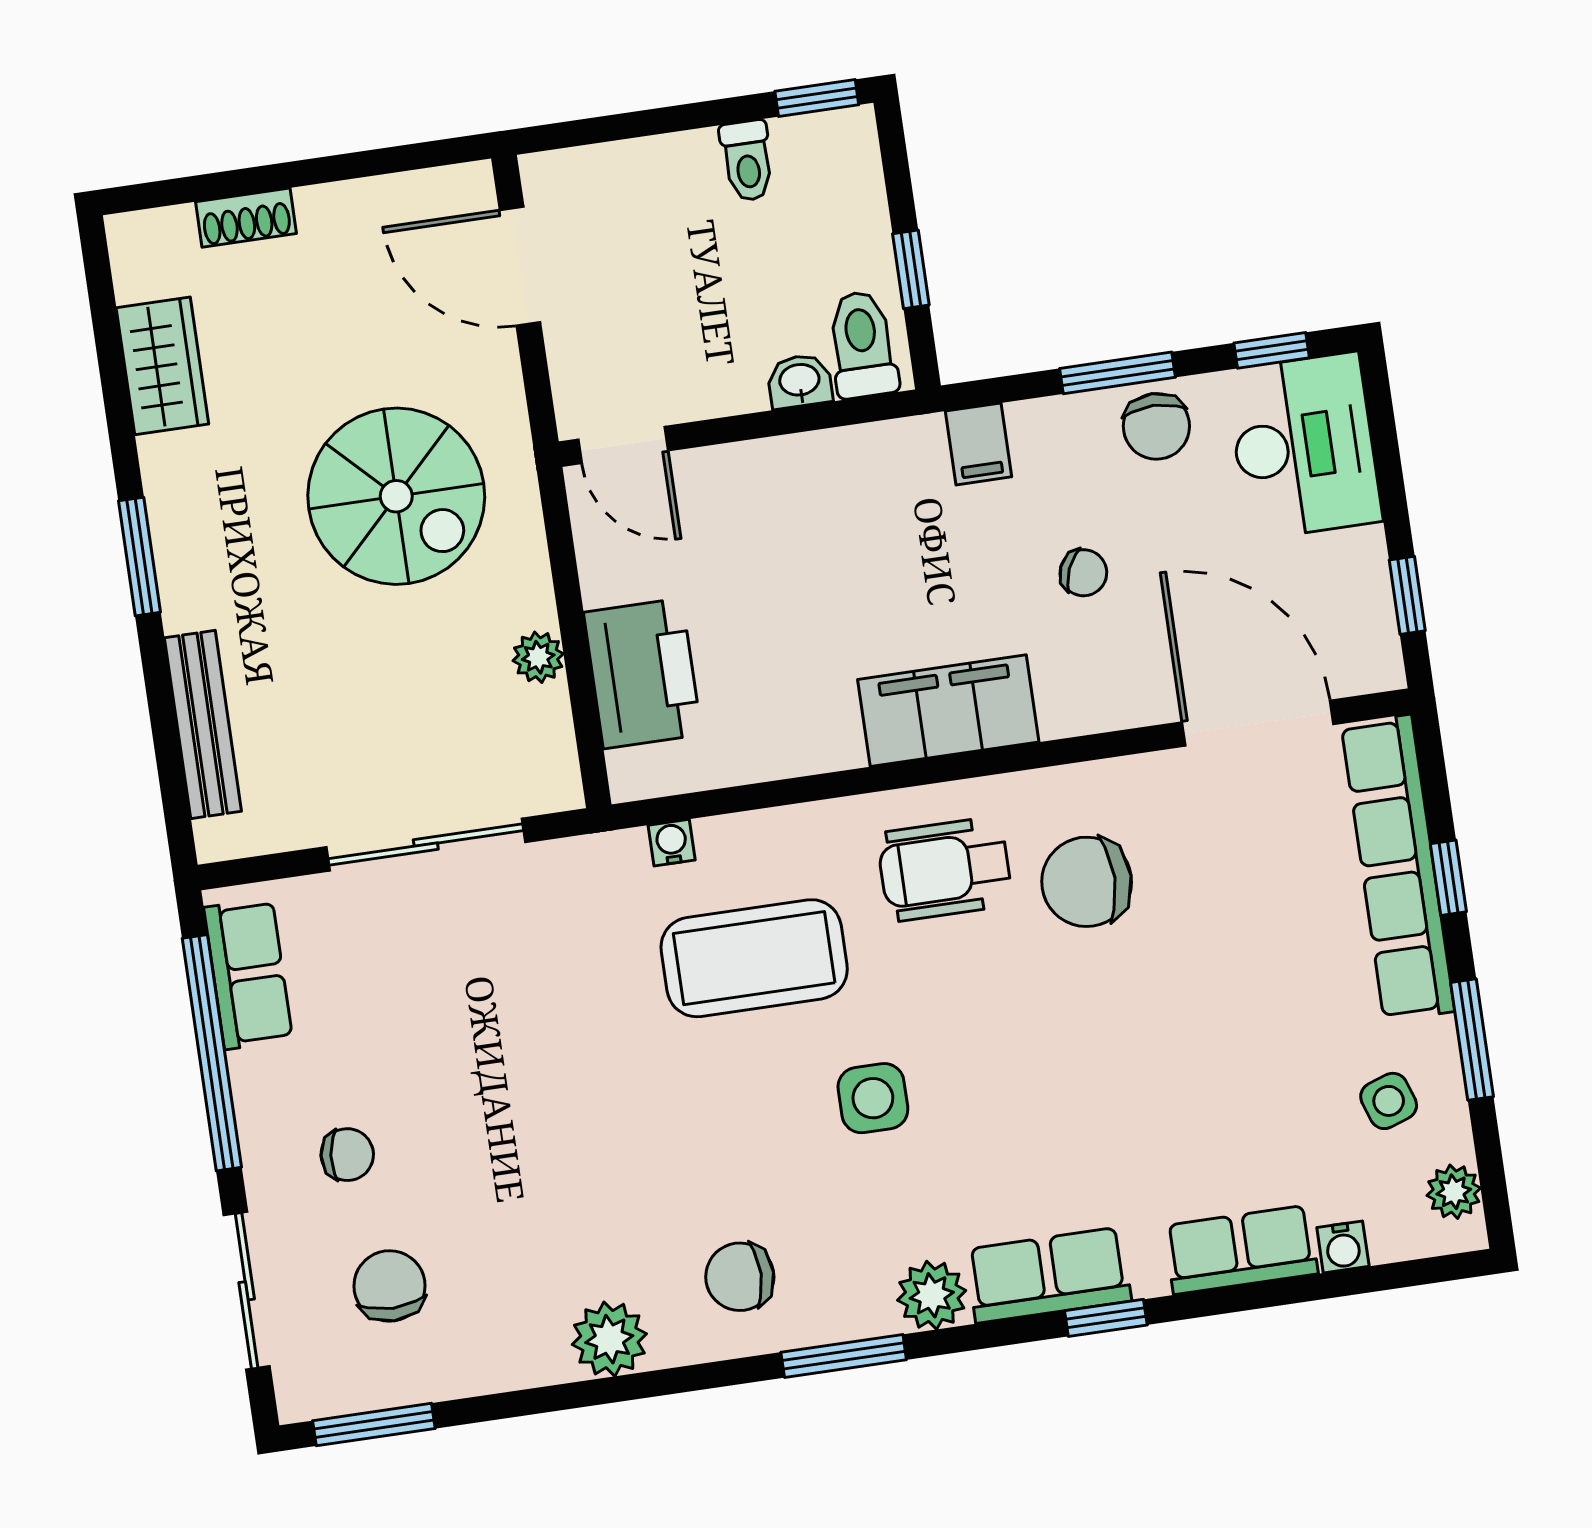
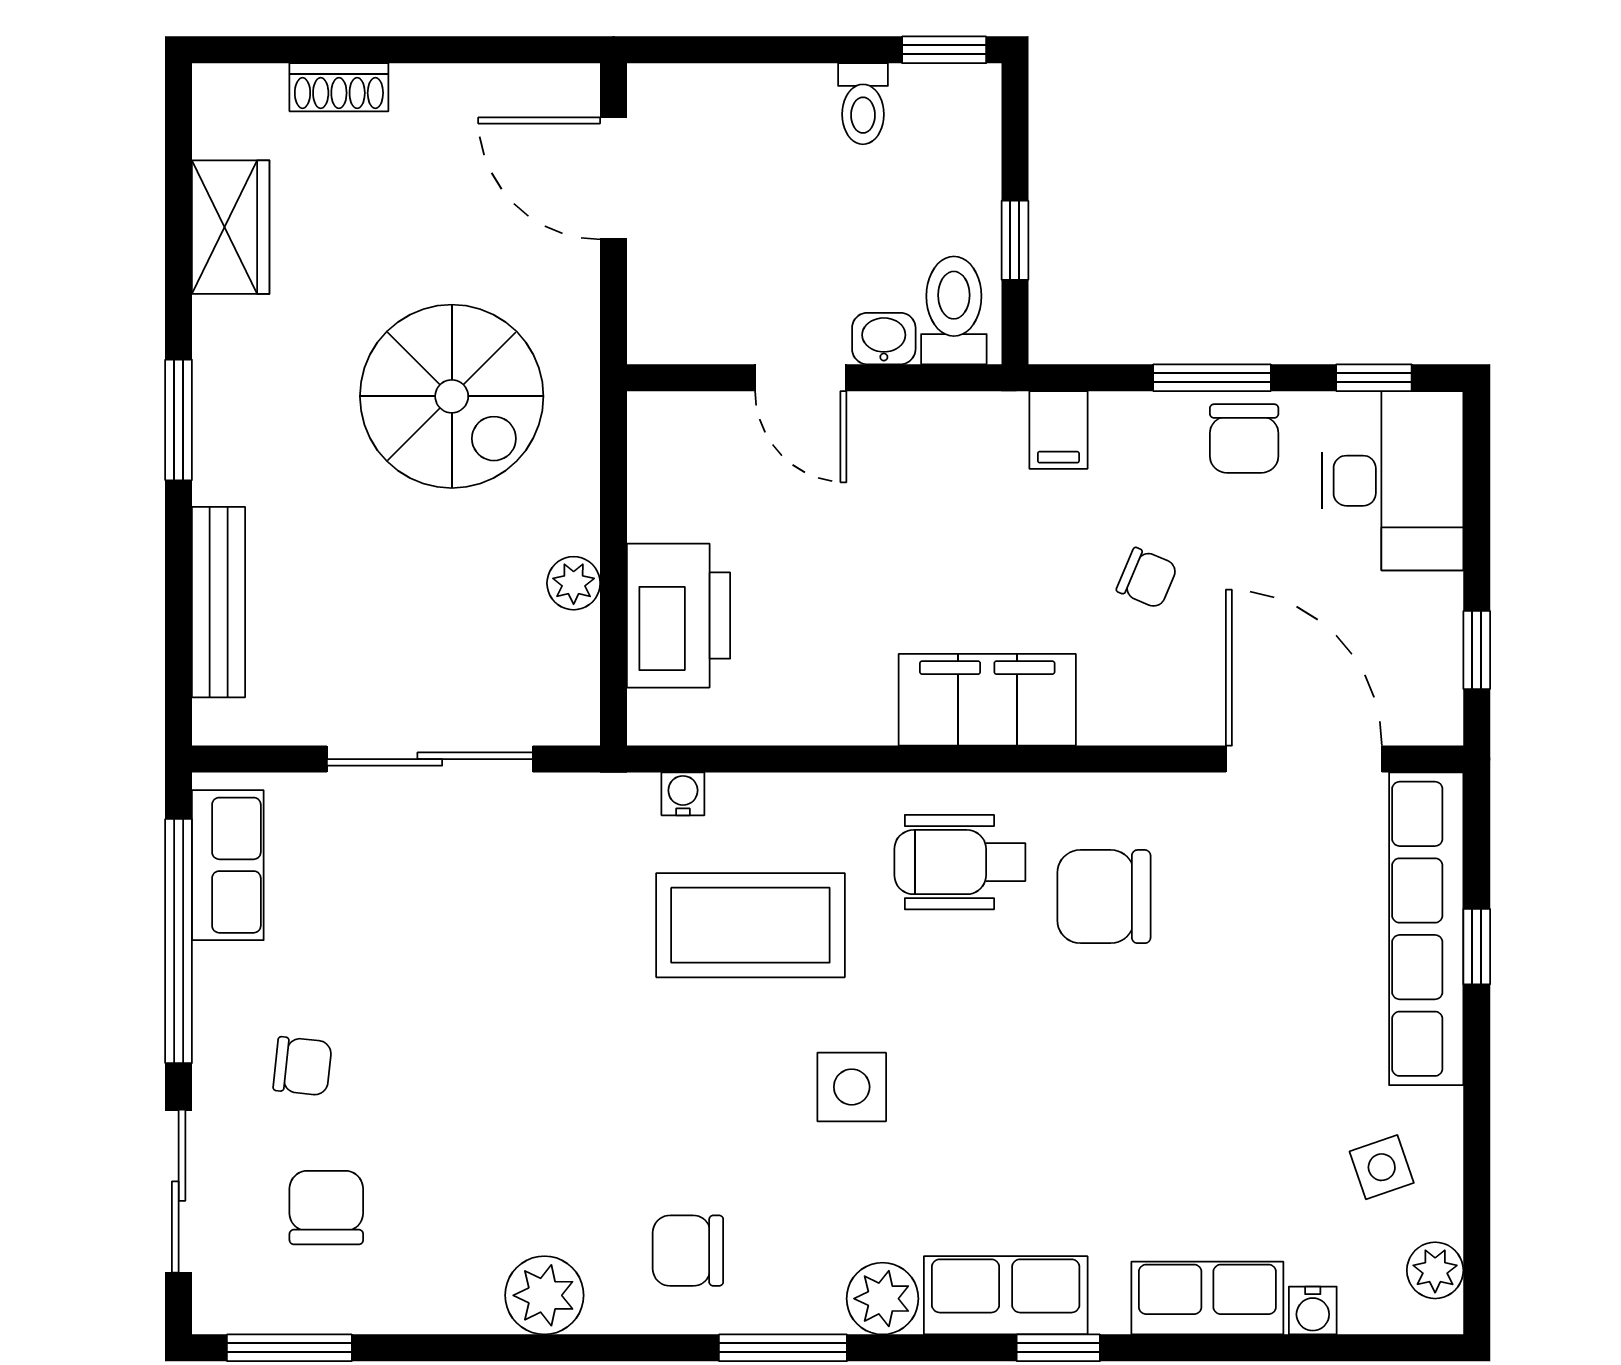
door: (623, 445) -> (801, 378), moved
window: (1472, 1040) -> (1477, 1117), removed

